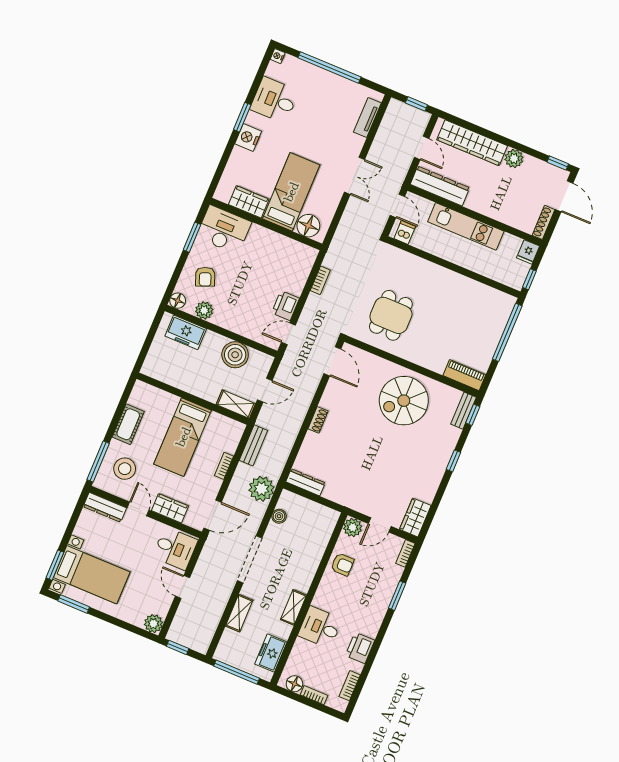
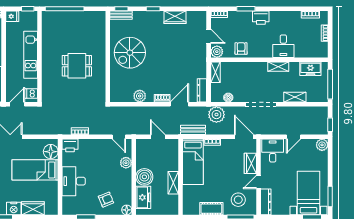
wardrobe: (249, 202) -> (33, 208), moved, turned 90
kitchen unit: (466, 226) -> (31, 55), moved, turned 180
desk: (224, 230) -> (74, 181), moved
printer: (285, 306) -> (70, 145), moved
plant: (204, 310) -> (126, 163), moved
dining table: (391, 315) -> (77, 66), moved
boiler: (235, 355) -> (144, 177), moved
door: (332, 361) -> (179, 104), moved
piano: (464, 375) -> (100, 23), removed
plant: (335, 389) -> (140, 96), added
spiral stairs: (404, 401) -> (130, 53), turned 90
shelving: (236, 404) -> (173, 183), moved
bed: (183, 437) -> (193, 162), moved, turned 90
shelving: (323, 513) -> (215, 72), added
wardrobe: (415, 517) -> (175, 17), moved
printer: (360, 648) -> (261, 18), moved
floor lamp: (294, 684) -> (323, 47), removed

